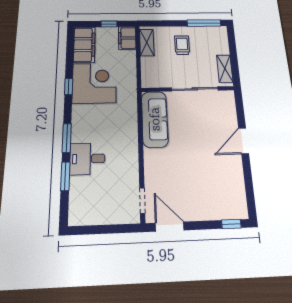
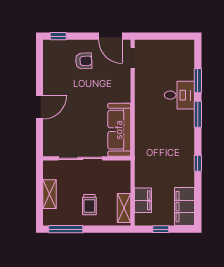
filing cabinet: (127, 38) -> (143, 200), moved
shelving: (225, 69) -> (49, 194), moved
corner desk: (94, 83) -> (174, 166), removed
armchair: (199, 195) -> (84, 61), added

